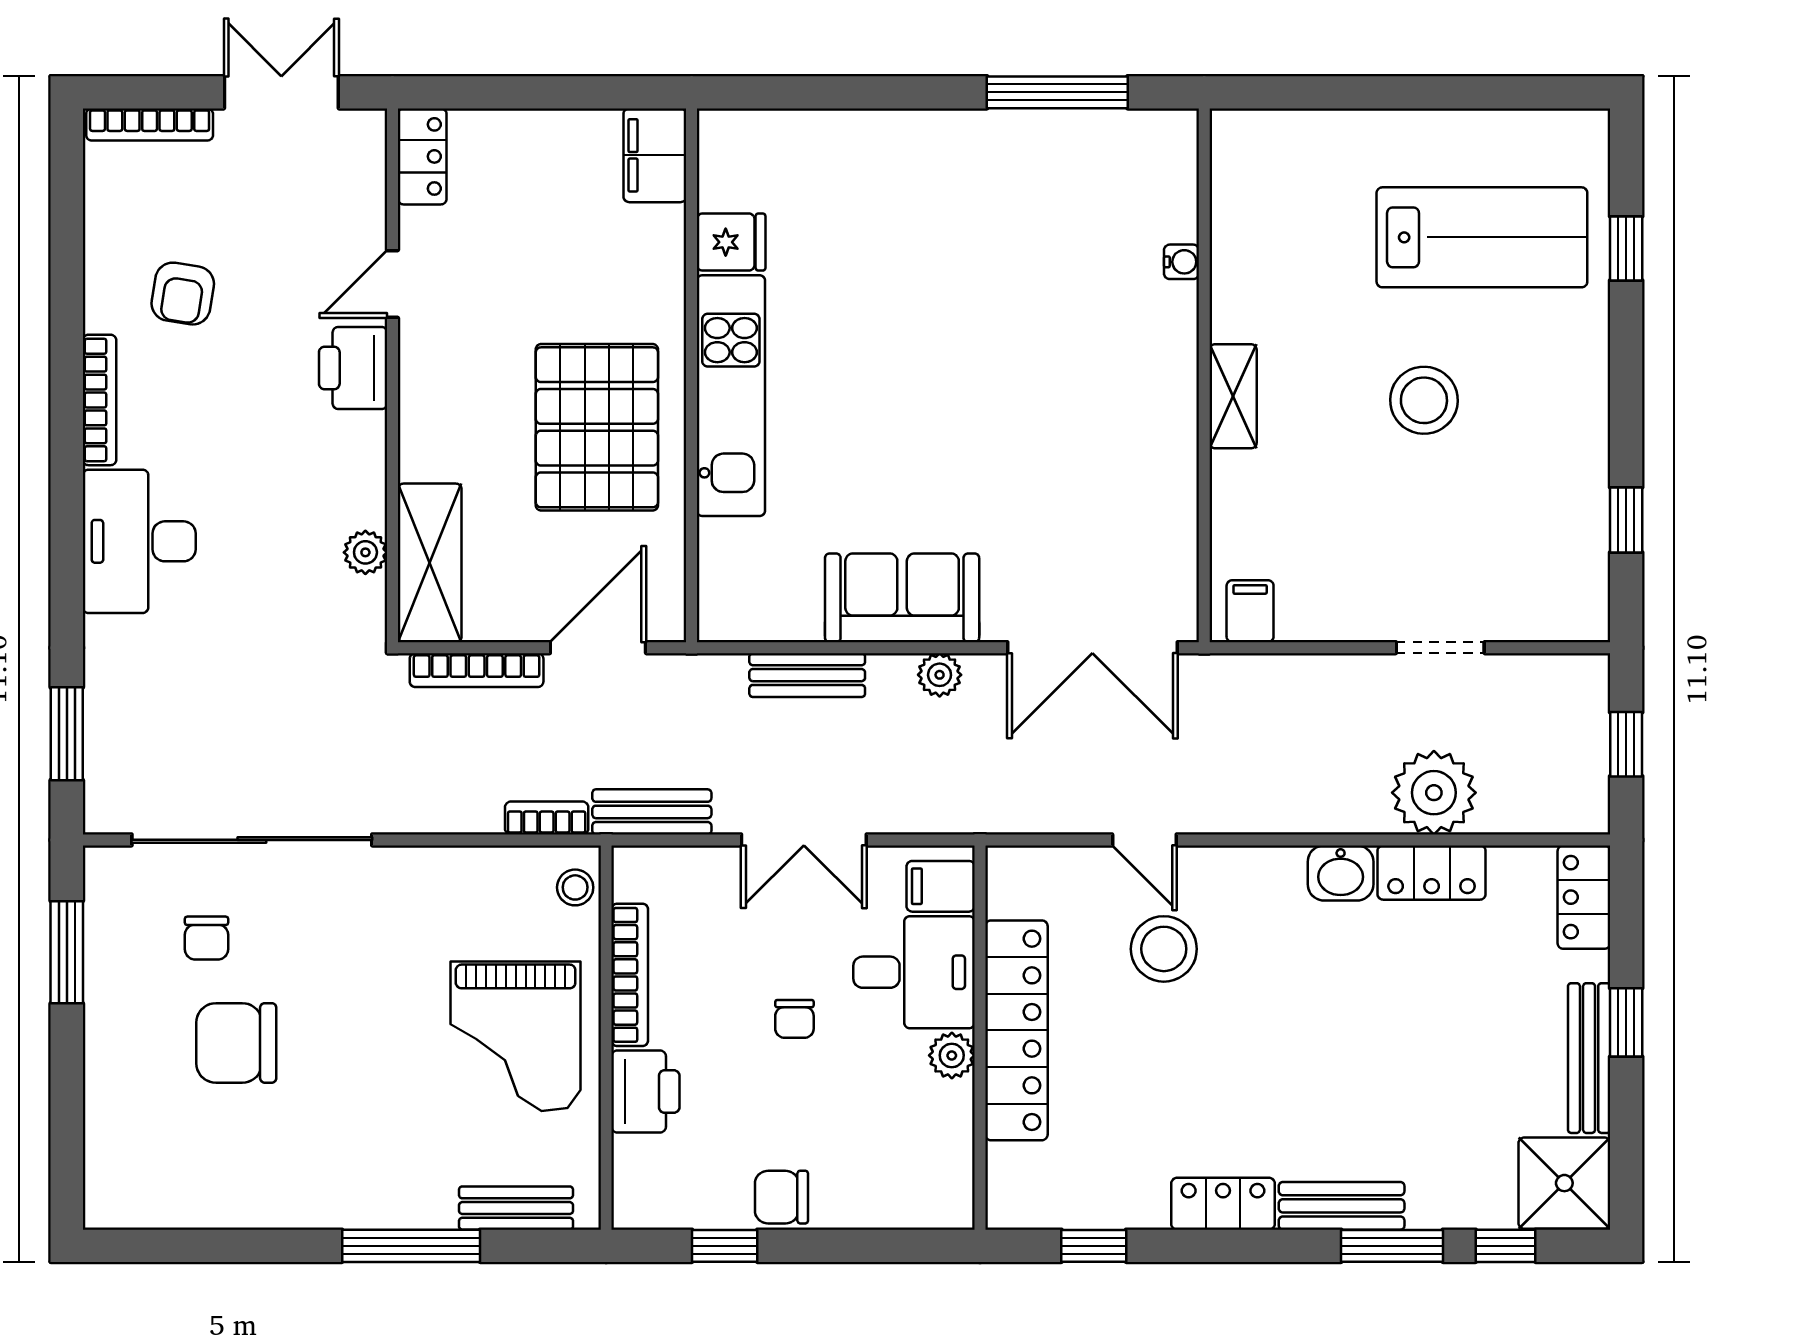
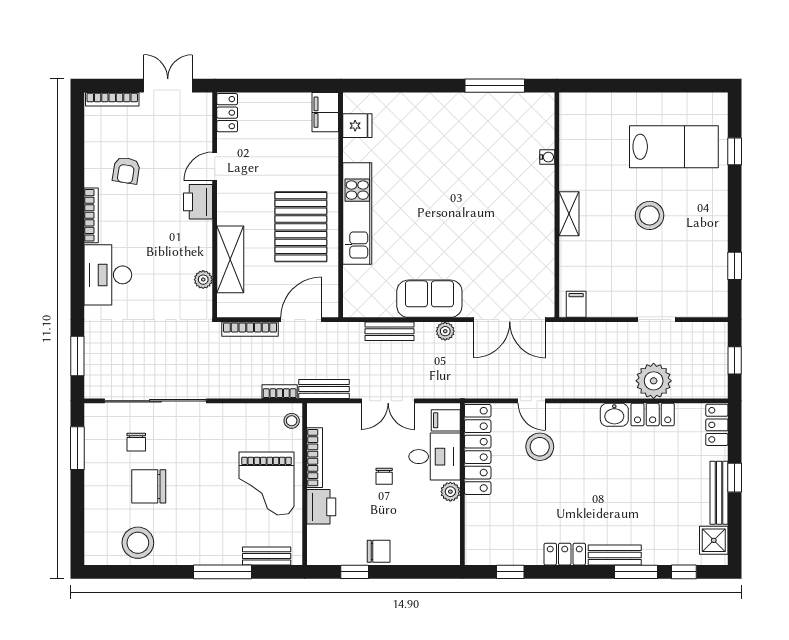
fridge: (731, 242) -> (357, 126), moved
shelving: (430, 563) -> (230, 259), moved
locker: (1016, 1030) -> (478, 449), moved
stool: (210, 1177) -> (138, 543), added
shower: (1564, 1183) -> (714, 540), width x0.73, depth x0.73
chair: (782, 1197) -> (379, 551), turned 180

